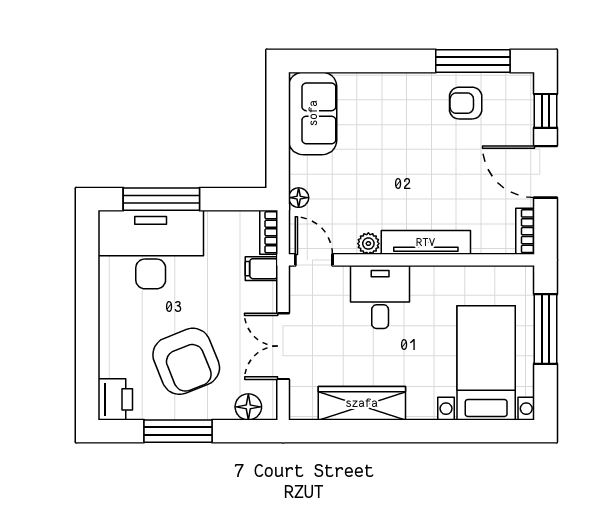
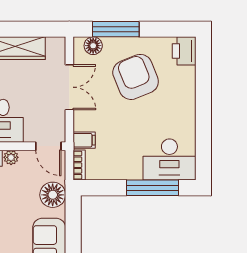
floor lamp: (299, 198) -> (53, 195), width x1.89, depth x1.89
desk: (151, 250) -> (169, 160), width x0.73, depth x0.77
window: (178, 431) -> (116, 29), moved

